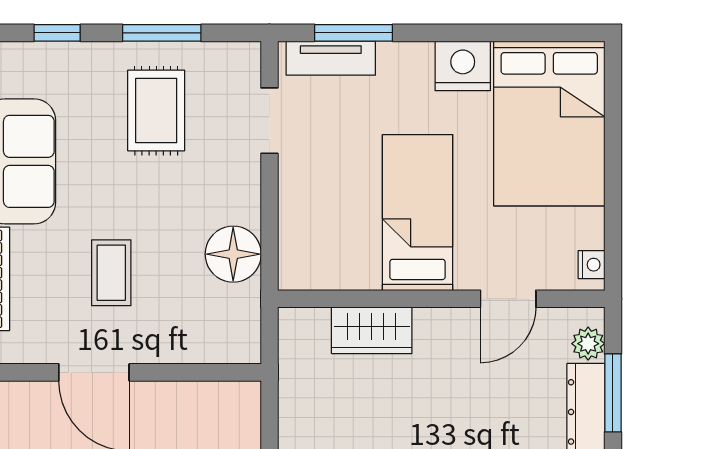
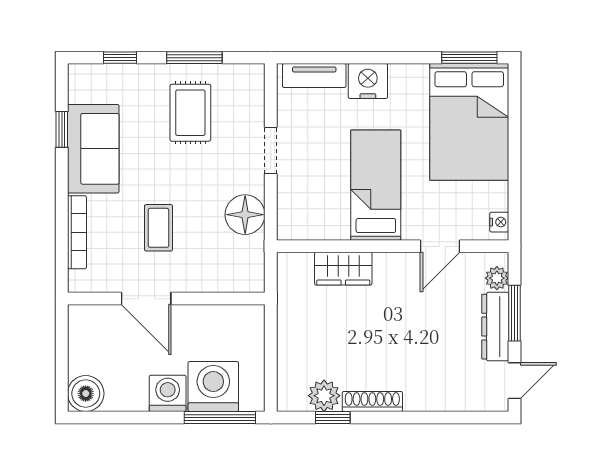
window: (354, 33) -> (469, 58), moved
nightstand: (463, 66) -> (368, 81), moved
doorway: (269, 121) -> (271, 151), moved

